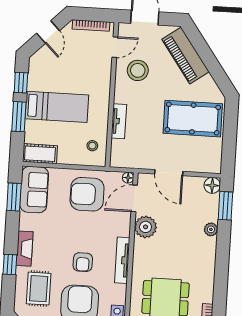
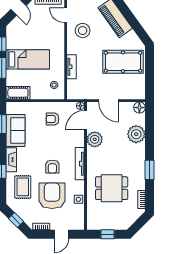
door: (115, 47) -> (66, 15), swing flipped
sofa: (34, 190) -> (15, 130), moved
armchair: (87, 194) -> (53, 119), width x0.53, depth x0.53
window: (225, 206) -> (150, 170), moved
plant: (211, 229) -> (136, 134), width x1.87, depth x1.87

